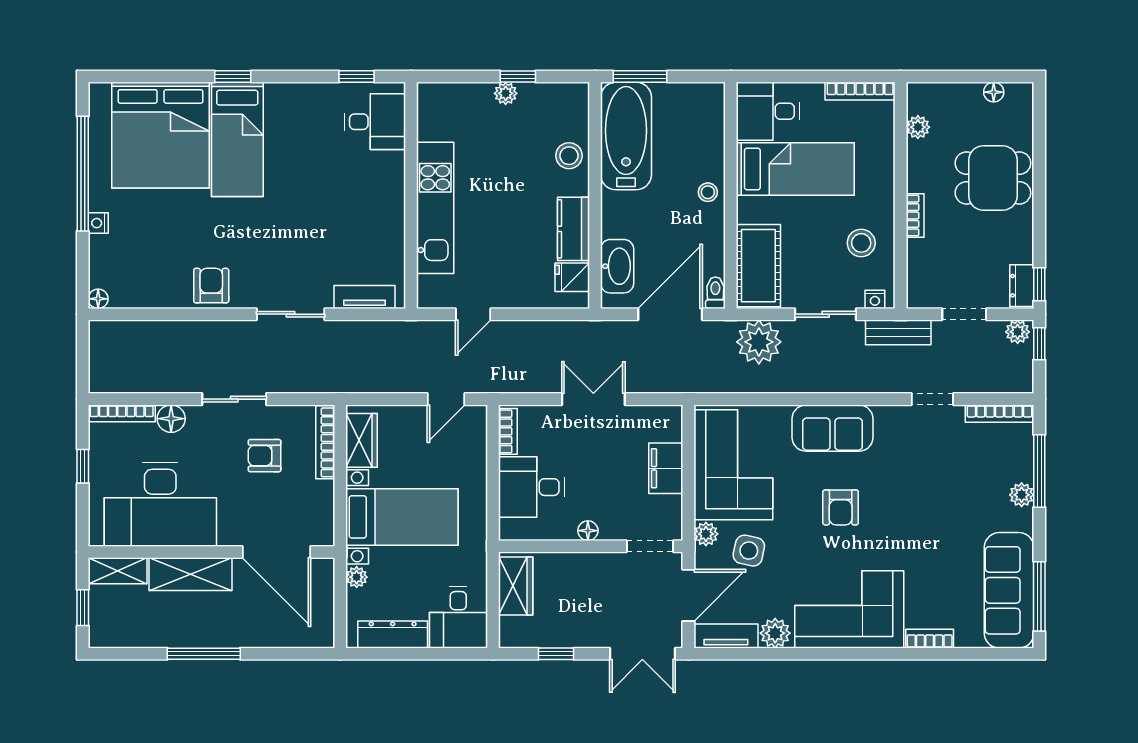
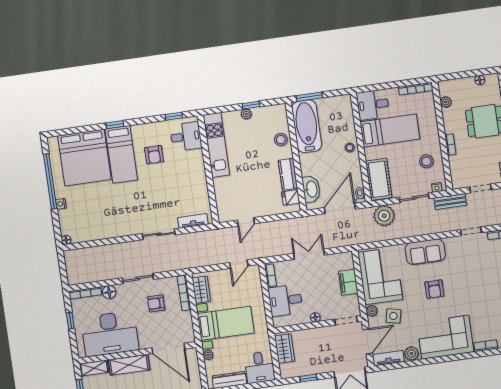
kitchen unit: (435, 208) -> (216, 145), moved
armchair: (211, 286) -> (154, 155), moved, turned 180

